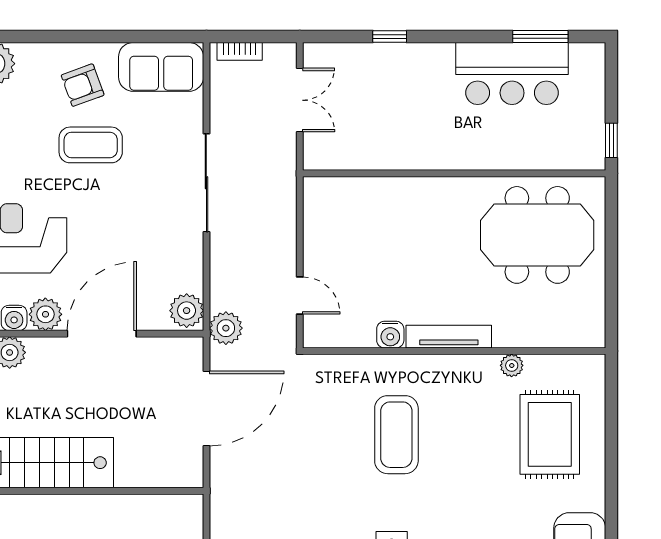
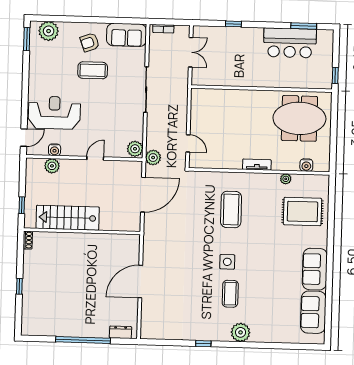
plant: (45, 314) -> (69, 149), removed
door: (102, 334) -> (95, 158), width x0.53
water cooler: (390, 335) -> (306, 165), moved
tv unit: (449, 337) -> (257, 165), width x0.71
rug: (550, 434) -> (302, 212), turned 90

